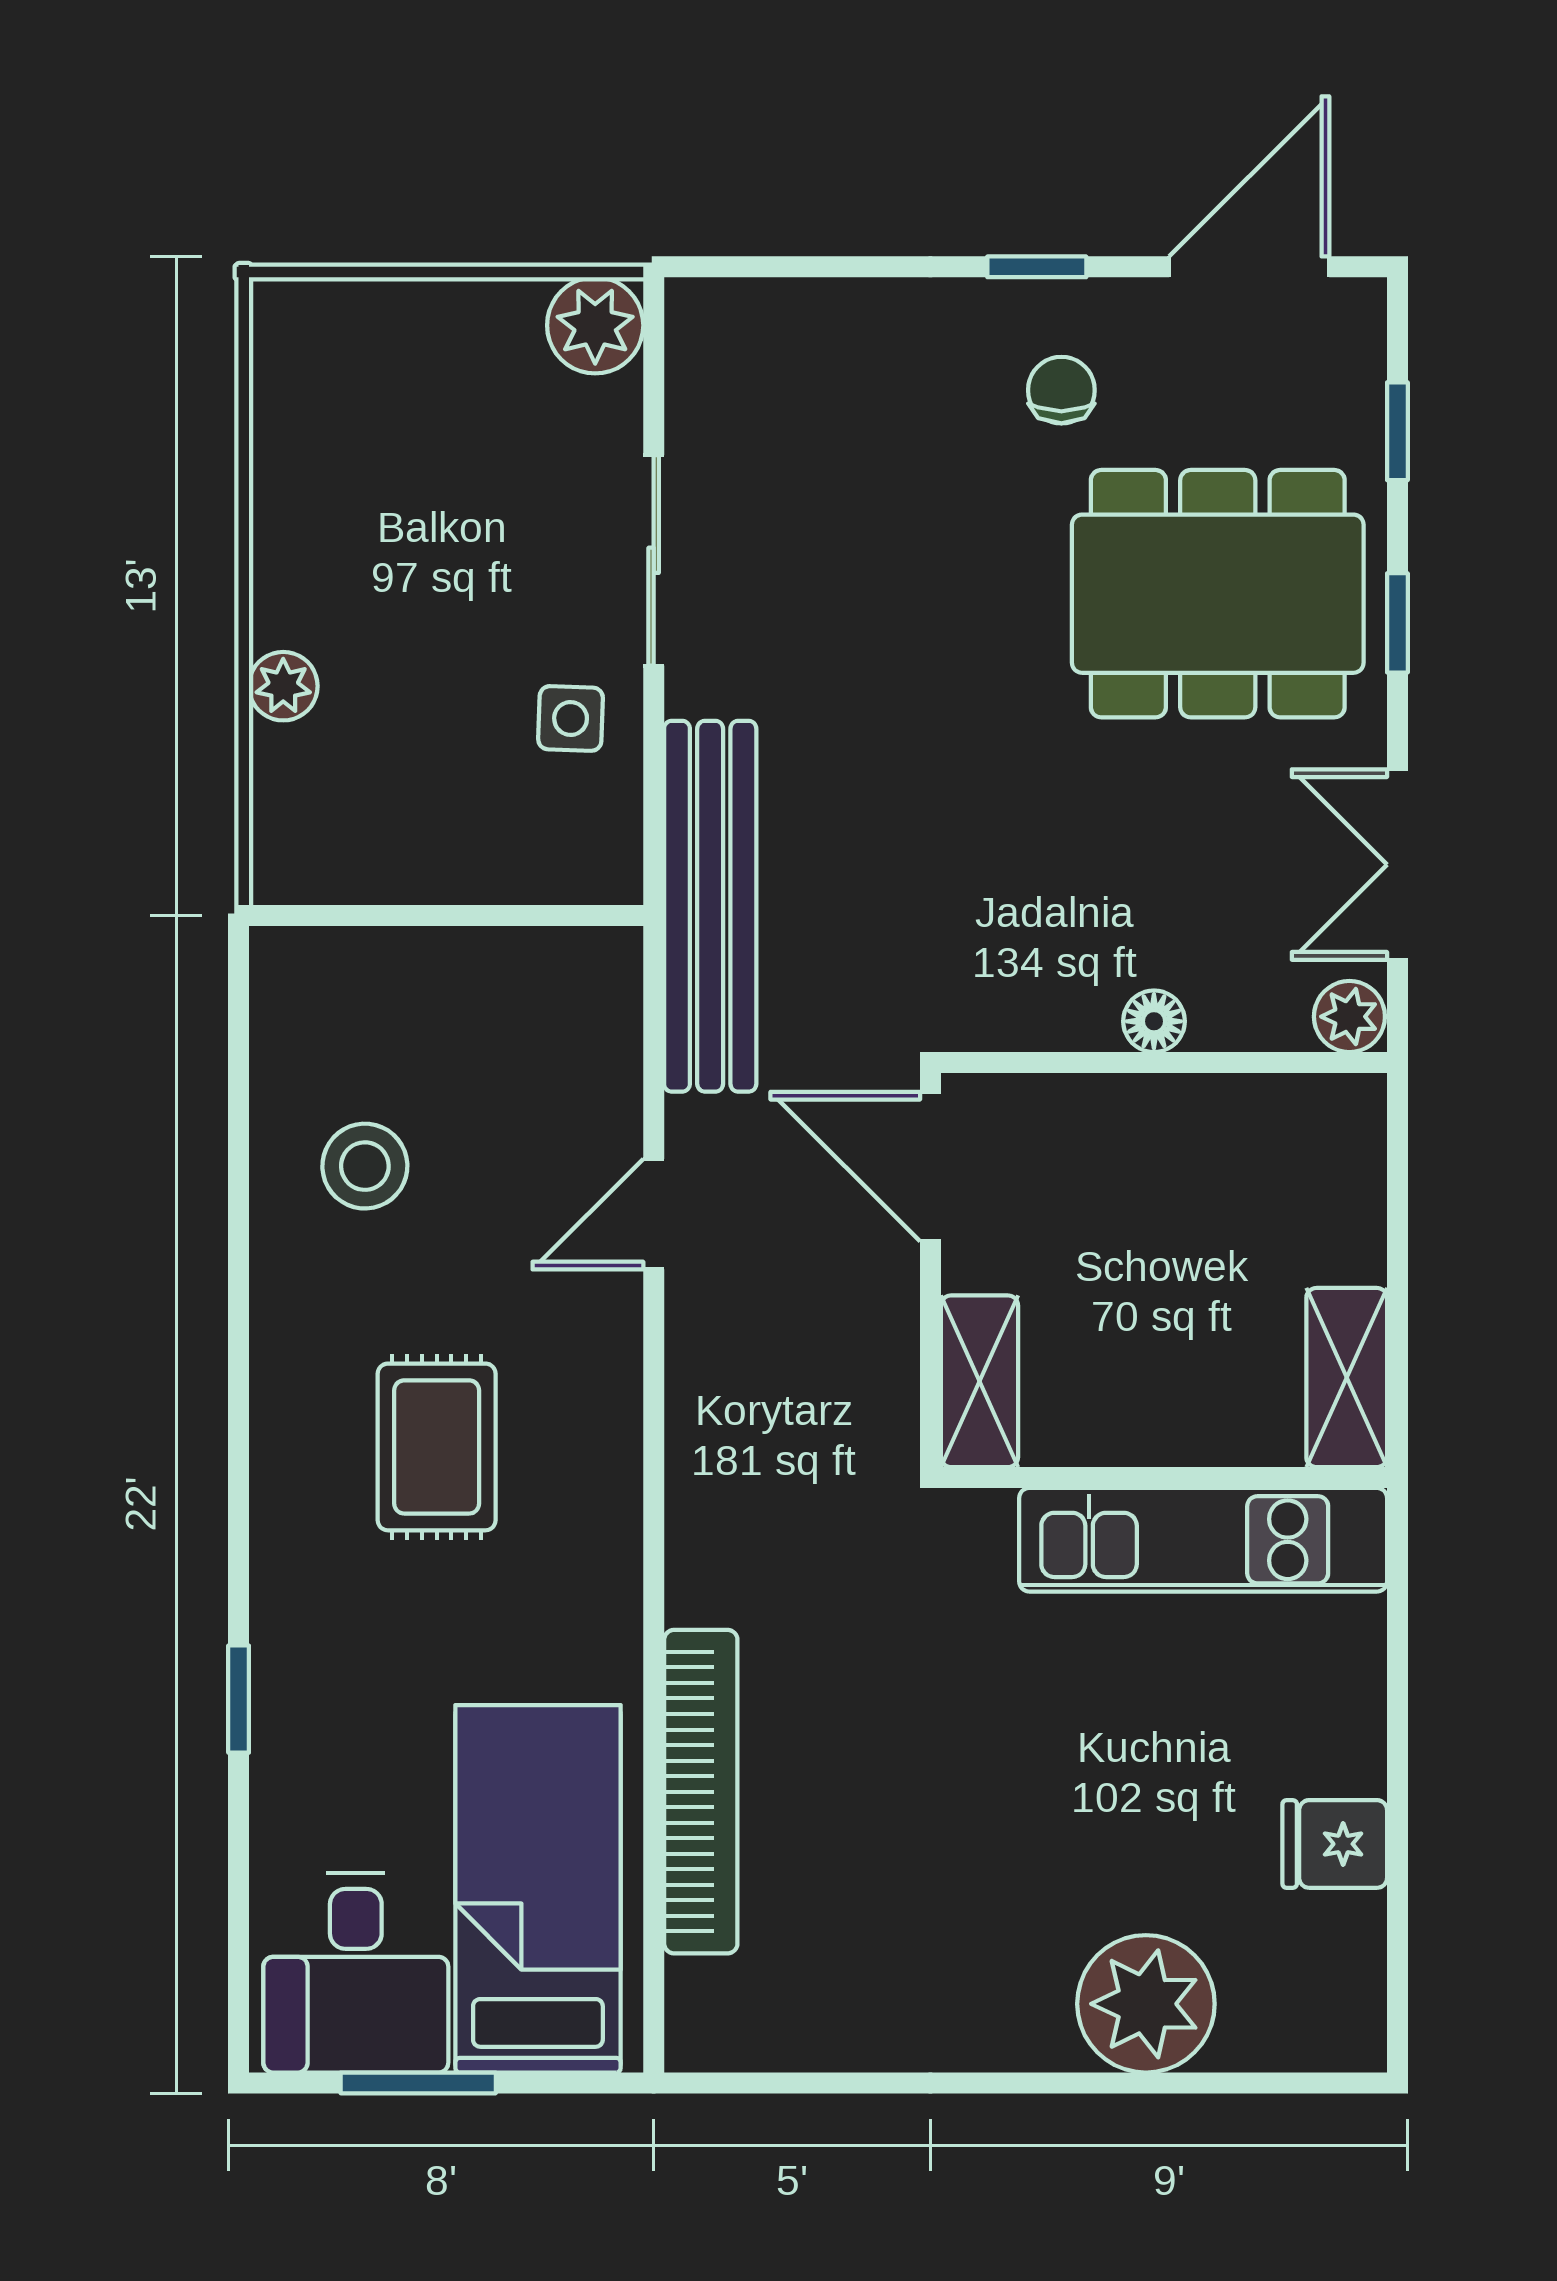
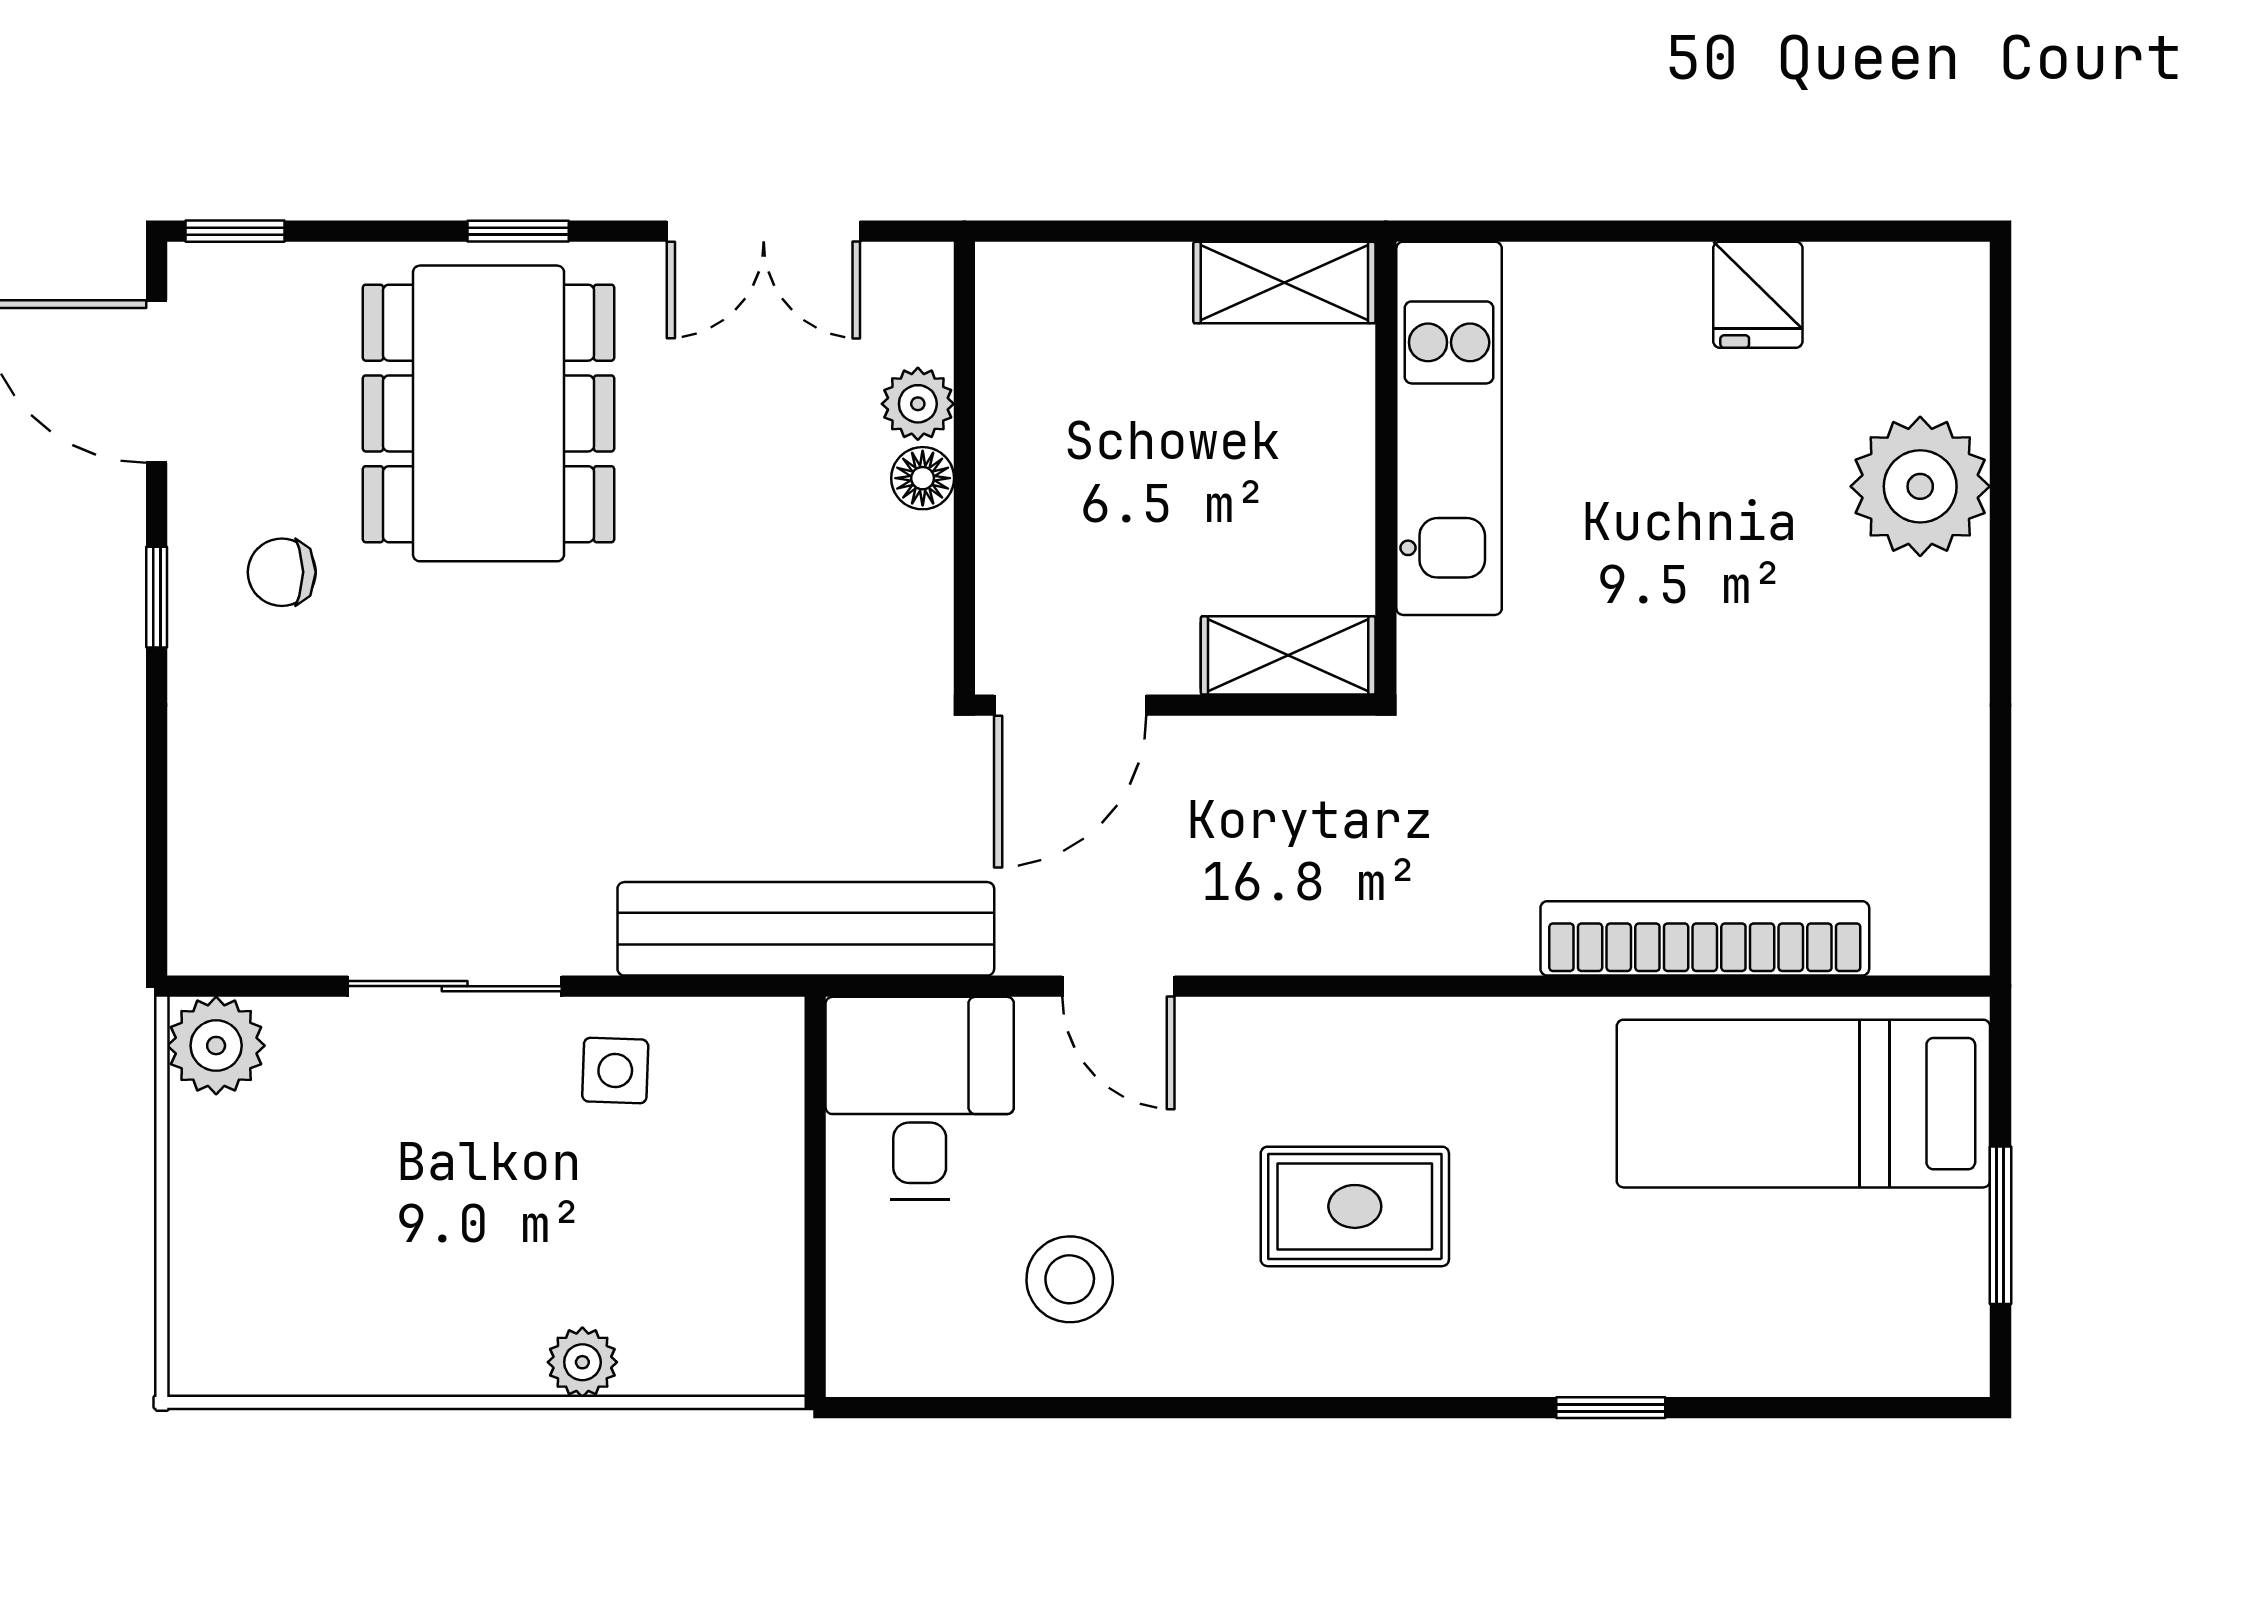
window: (1397, 431) -> (235, 231), moved
plant: (1349, 1017) -> (918, 404), moved
desk: (356, 1973) -> (920, 1098), moved, turned -90

